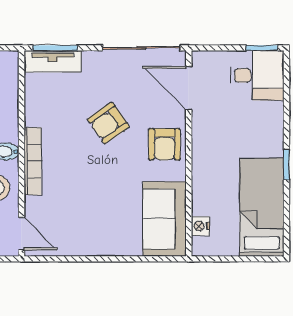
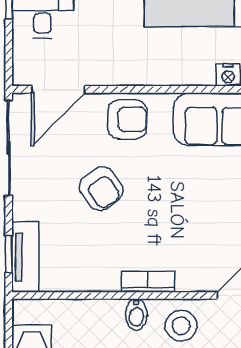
window: (55, 48) -> (9, 254), width x0.67
bookcase: (33, 161) -> (148, 282), width x0.64

